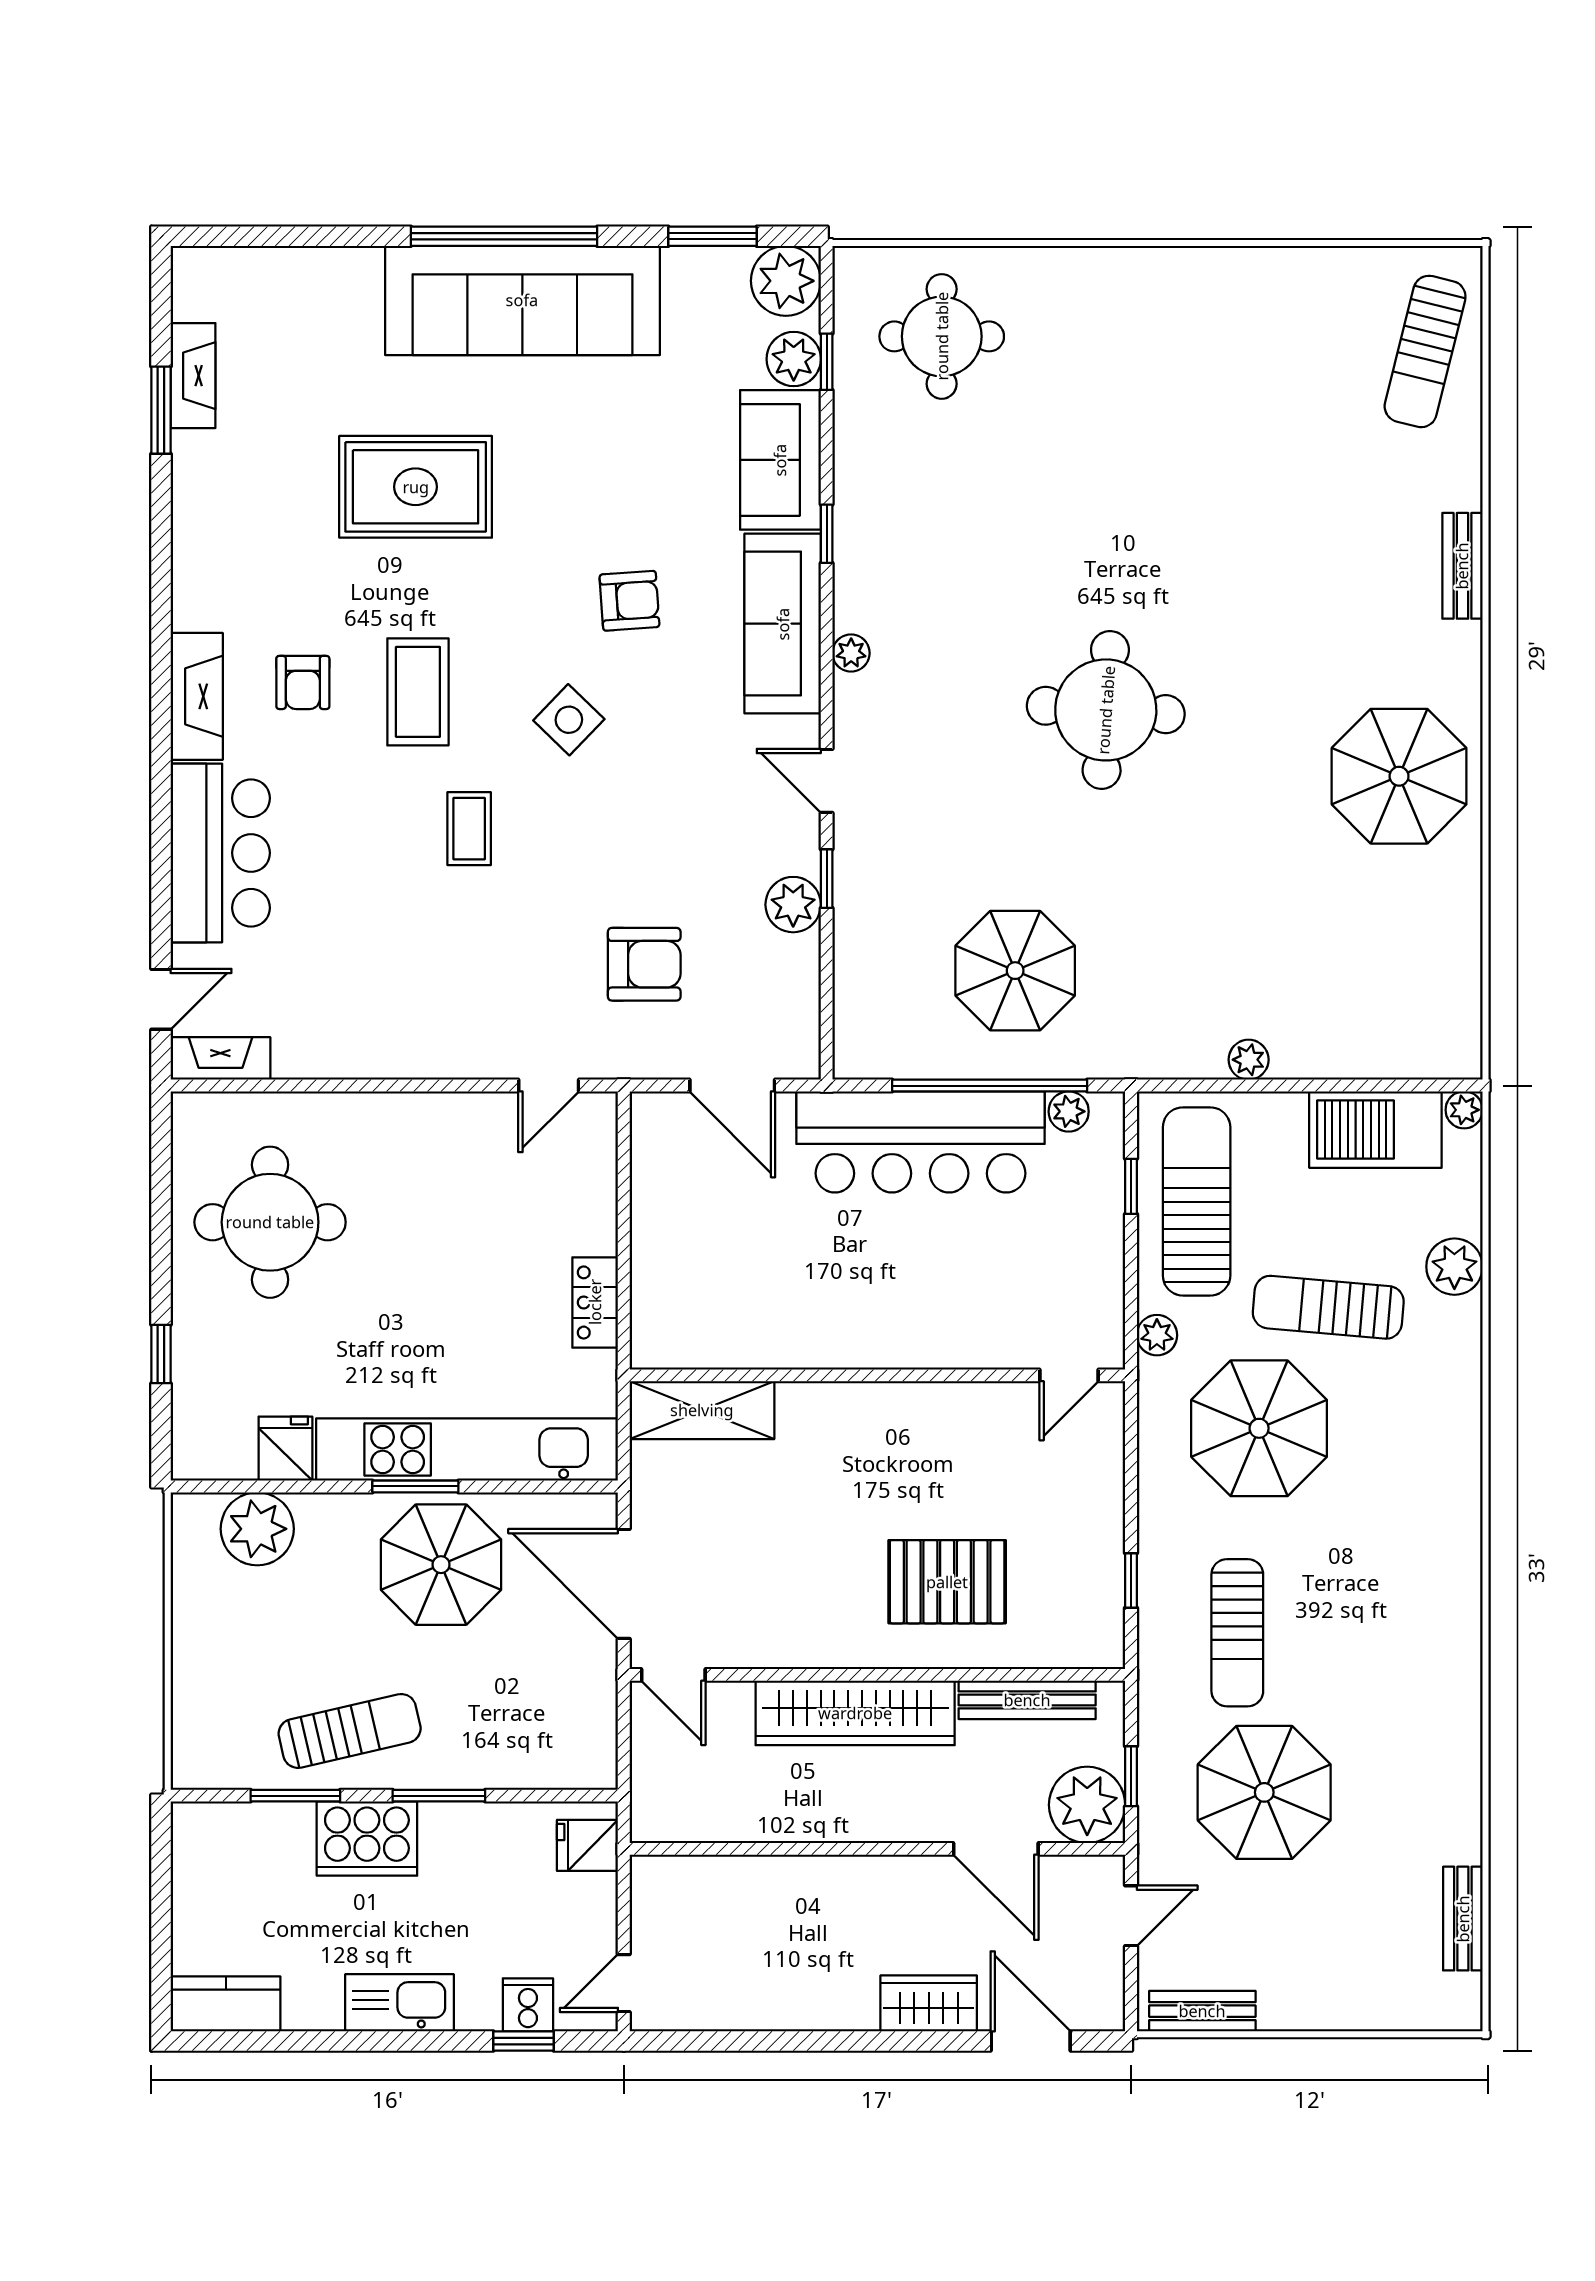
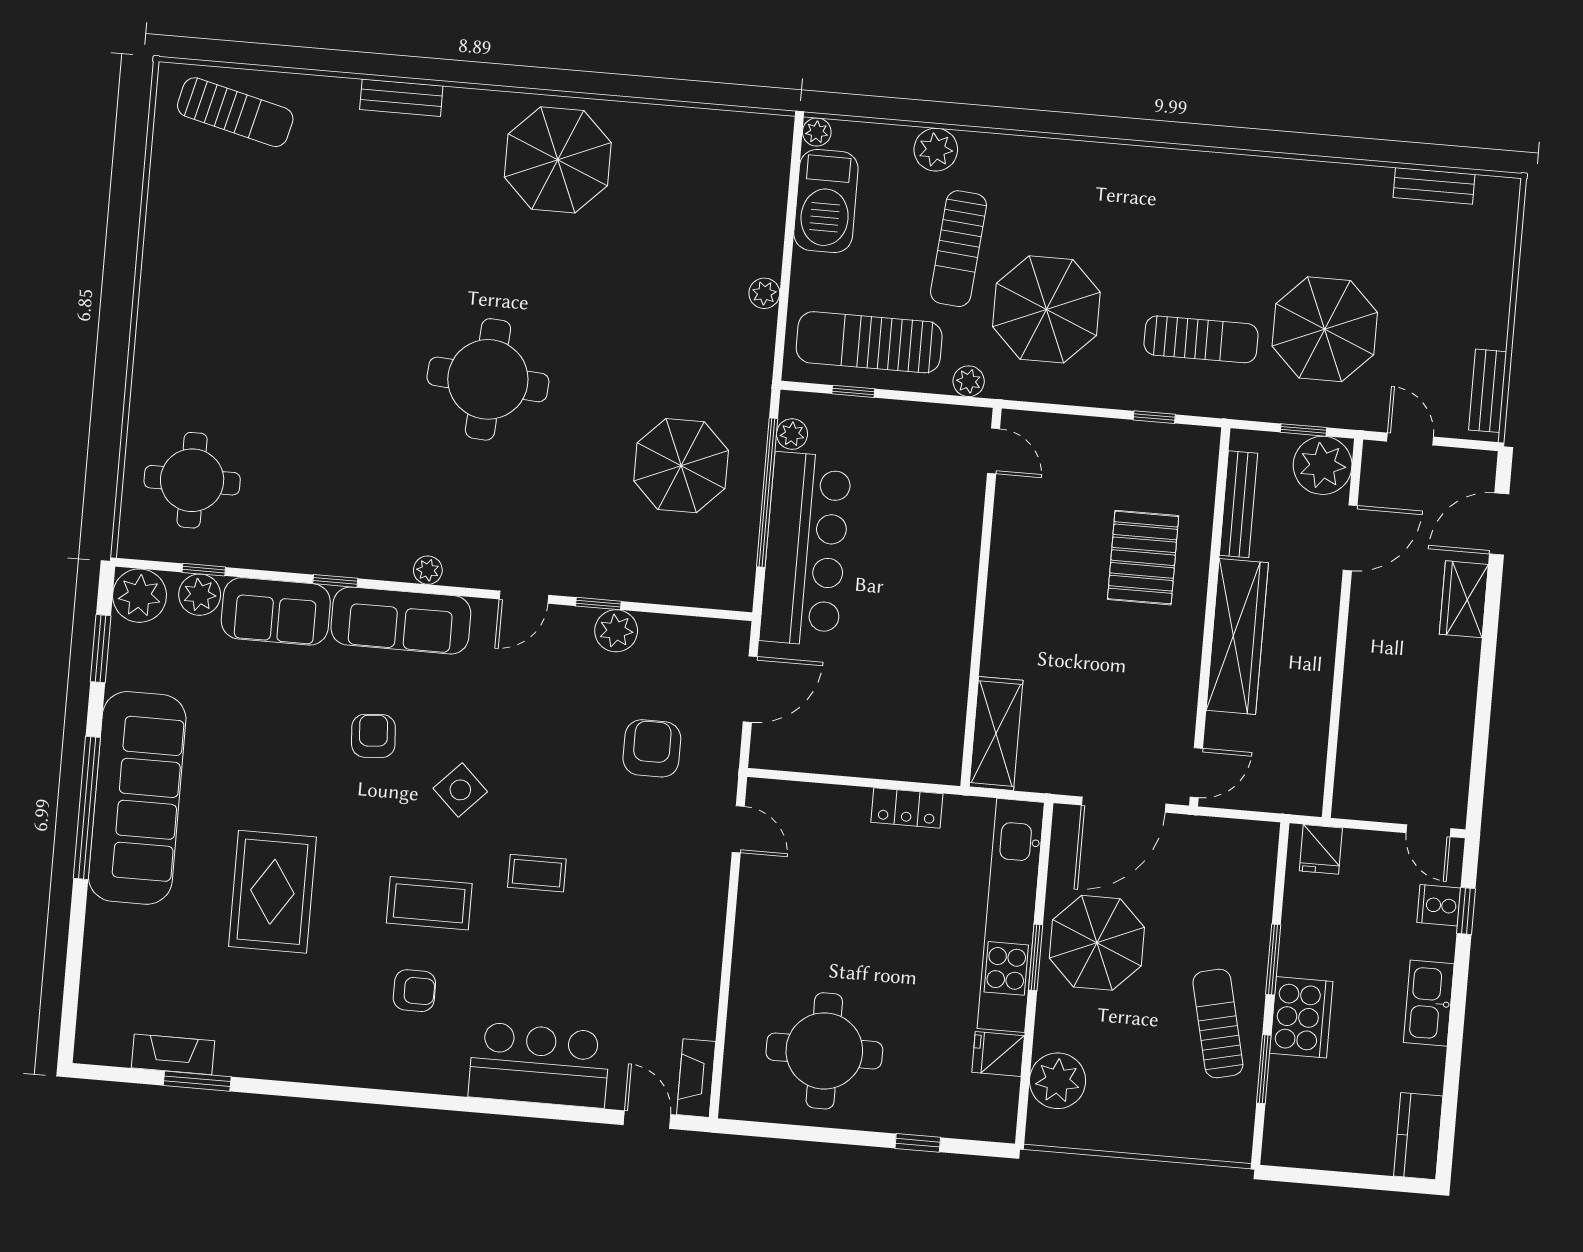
fireplace: (197, 696) -> (418, 1073), removed

